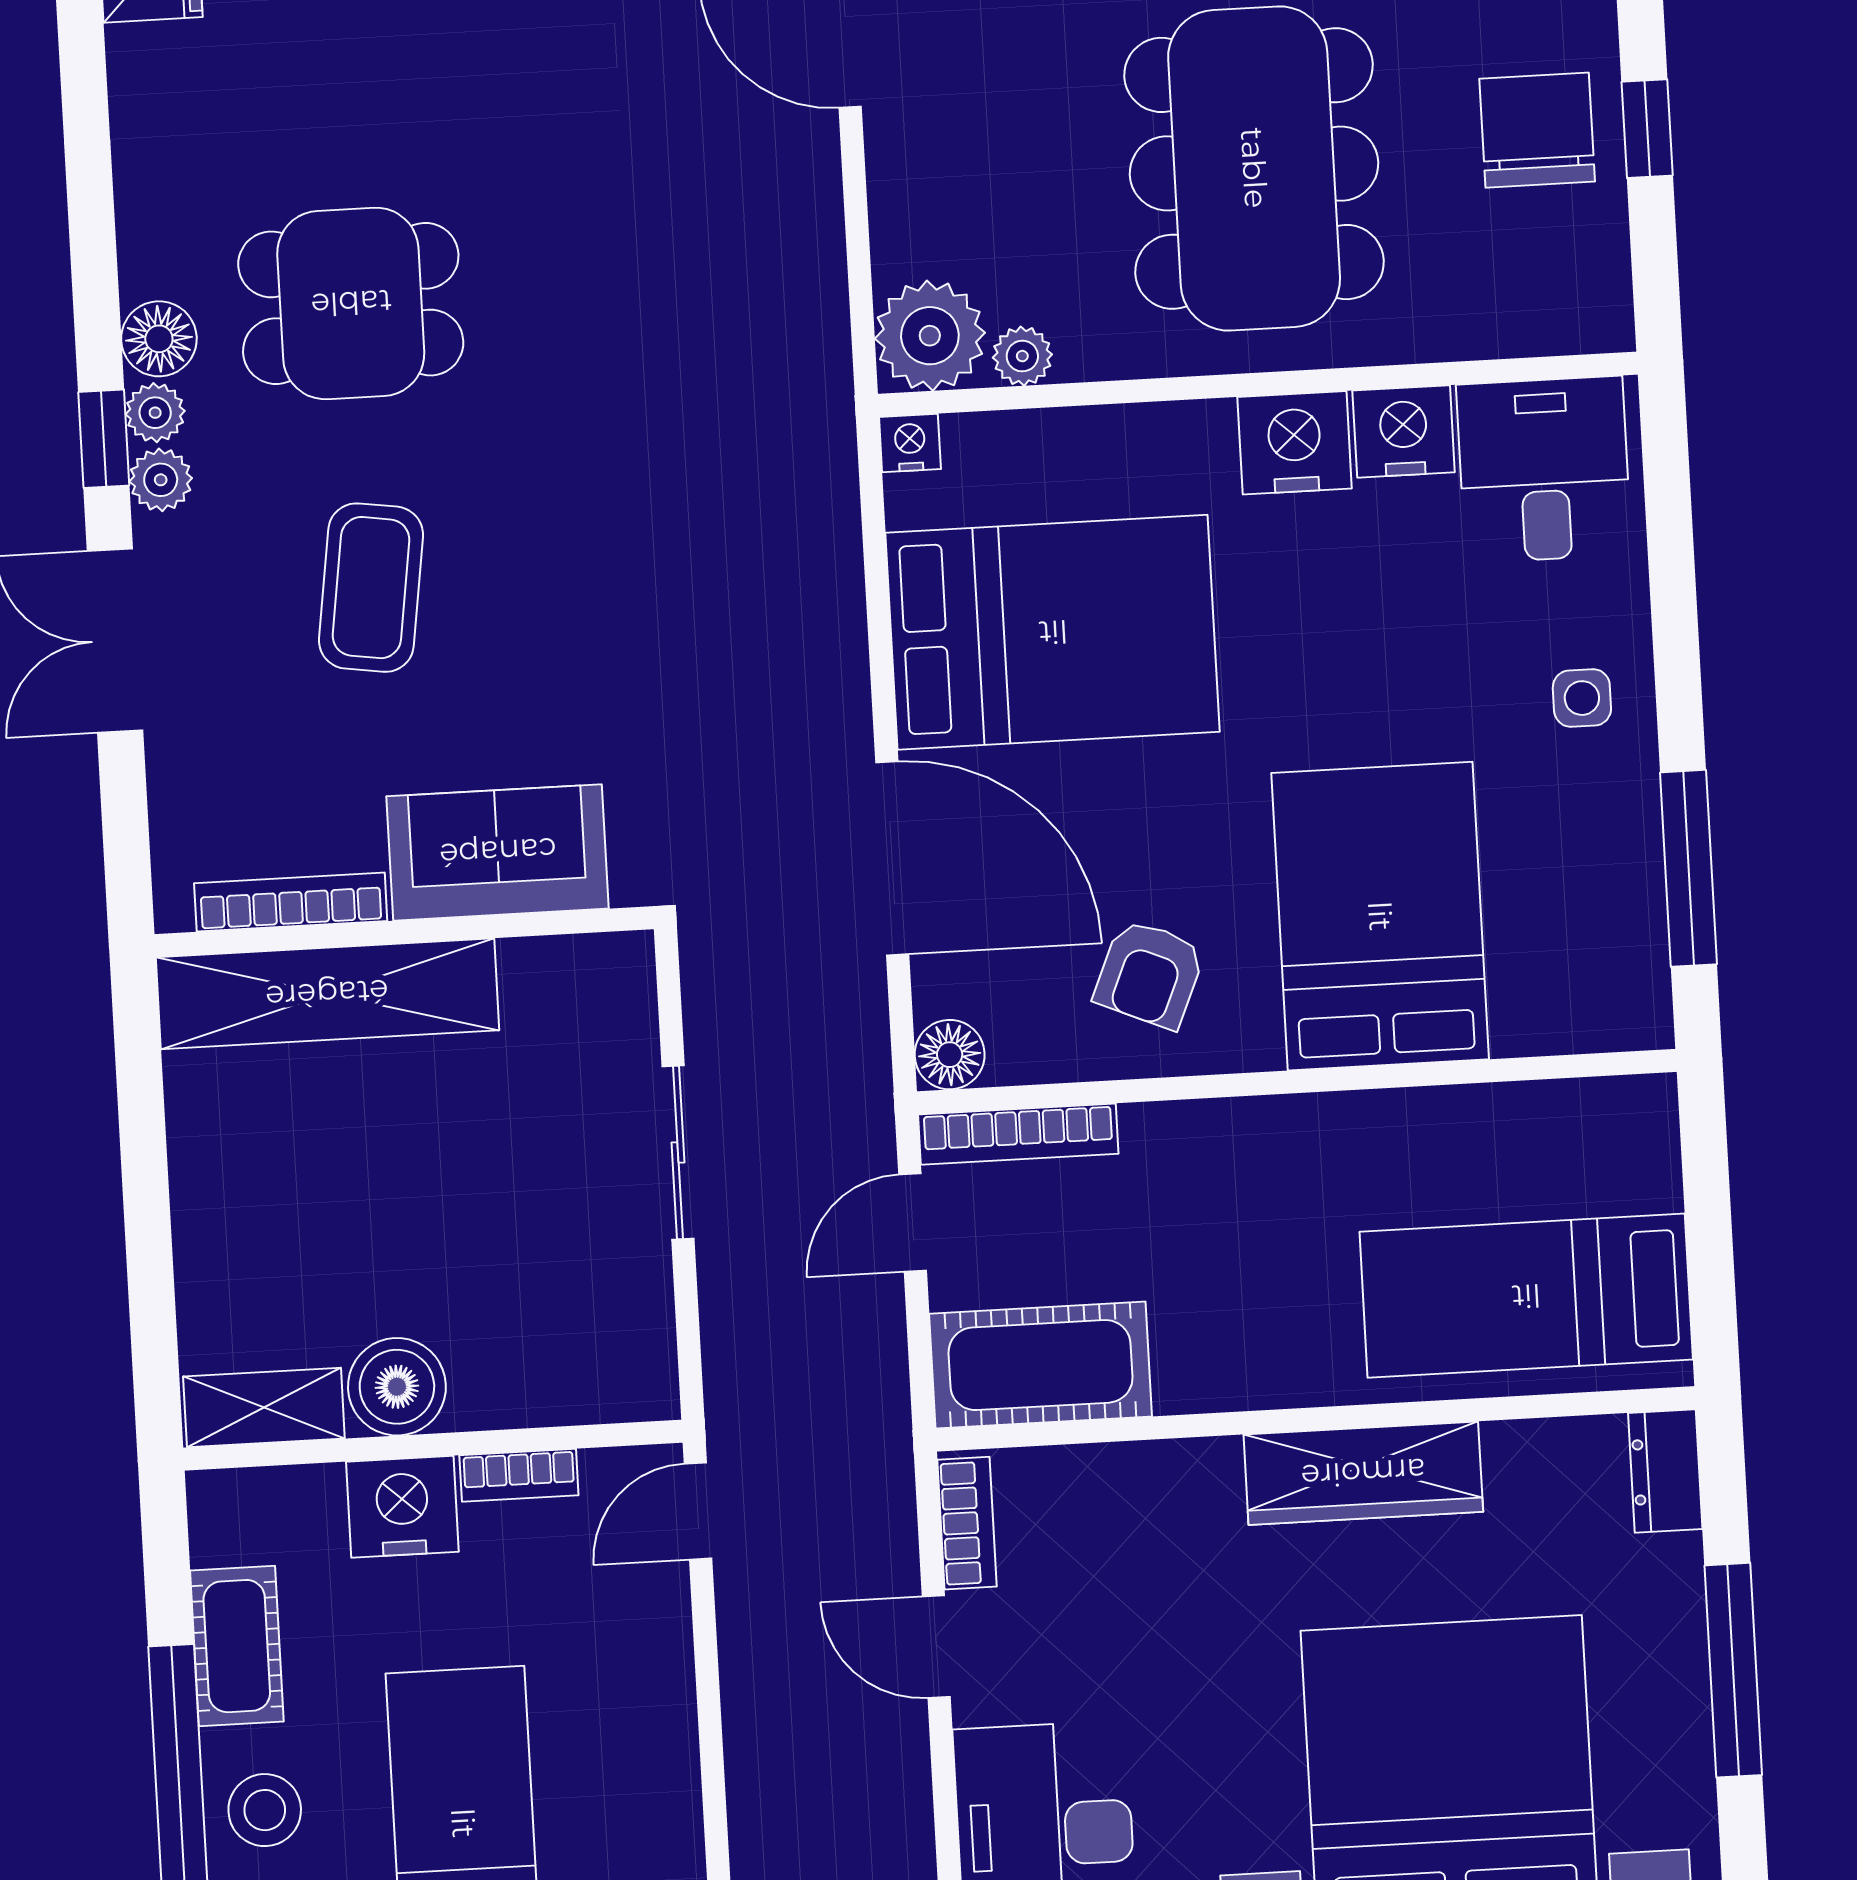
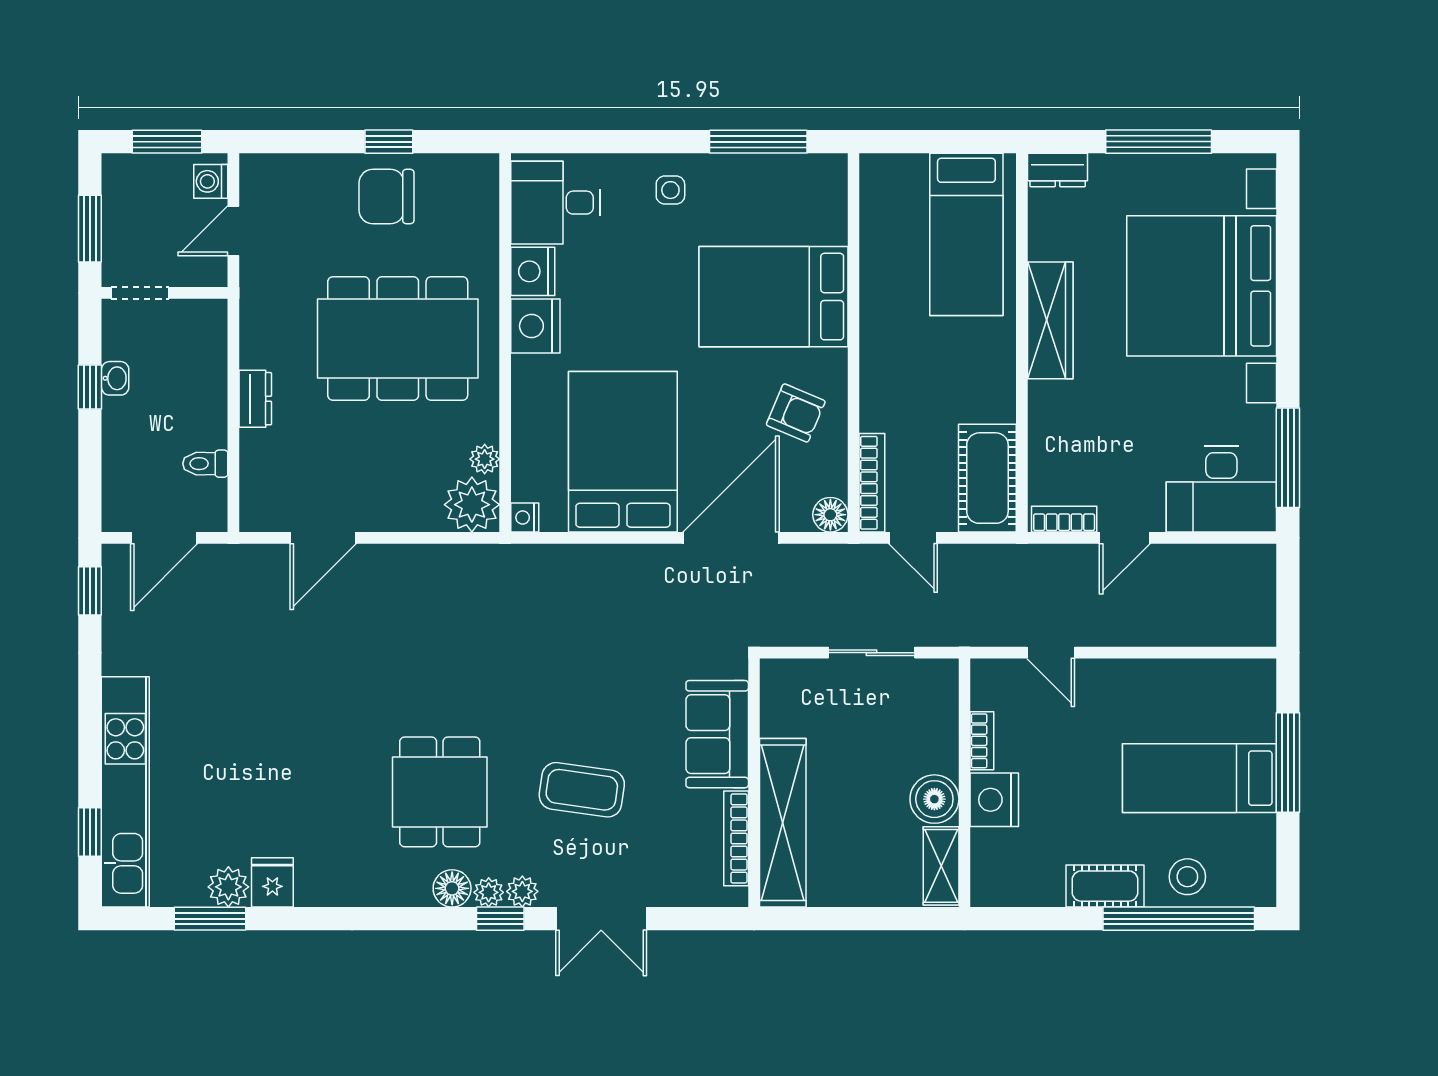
boiler: (397, 1387) -> (934, 799), moved
shelving: (264, 1408) -> (941, 866), moved
wall: (433, 1445) -> (964, 783), moved
bookcase: (519, 1475) -> (982, 741), moved
nightstand: (402, 1507) -> (994, 800), moved

